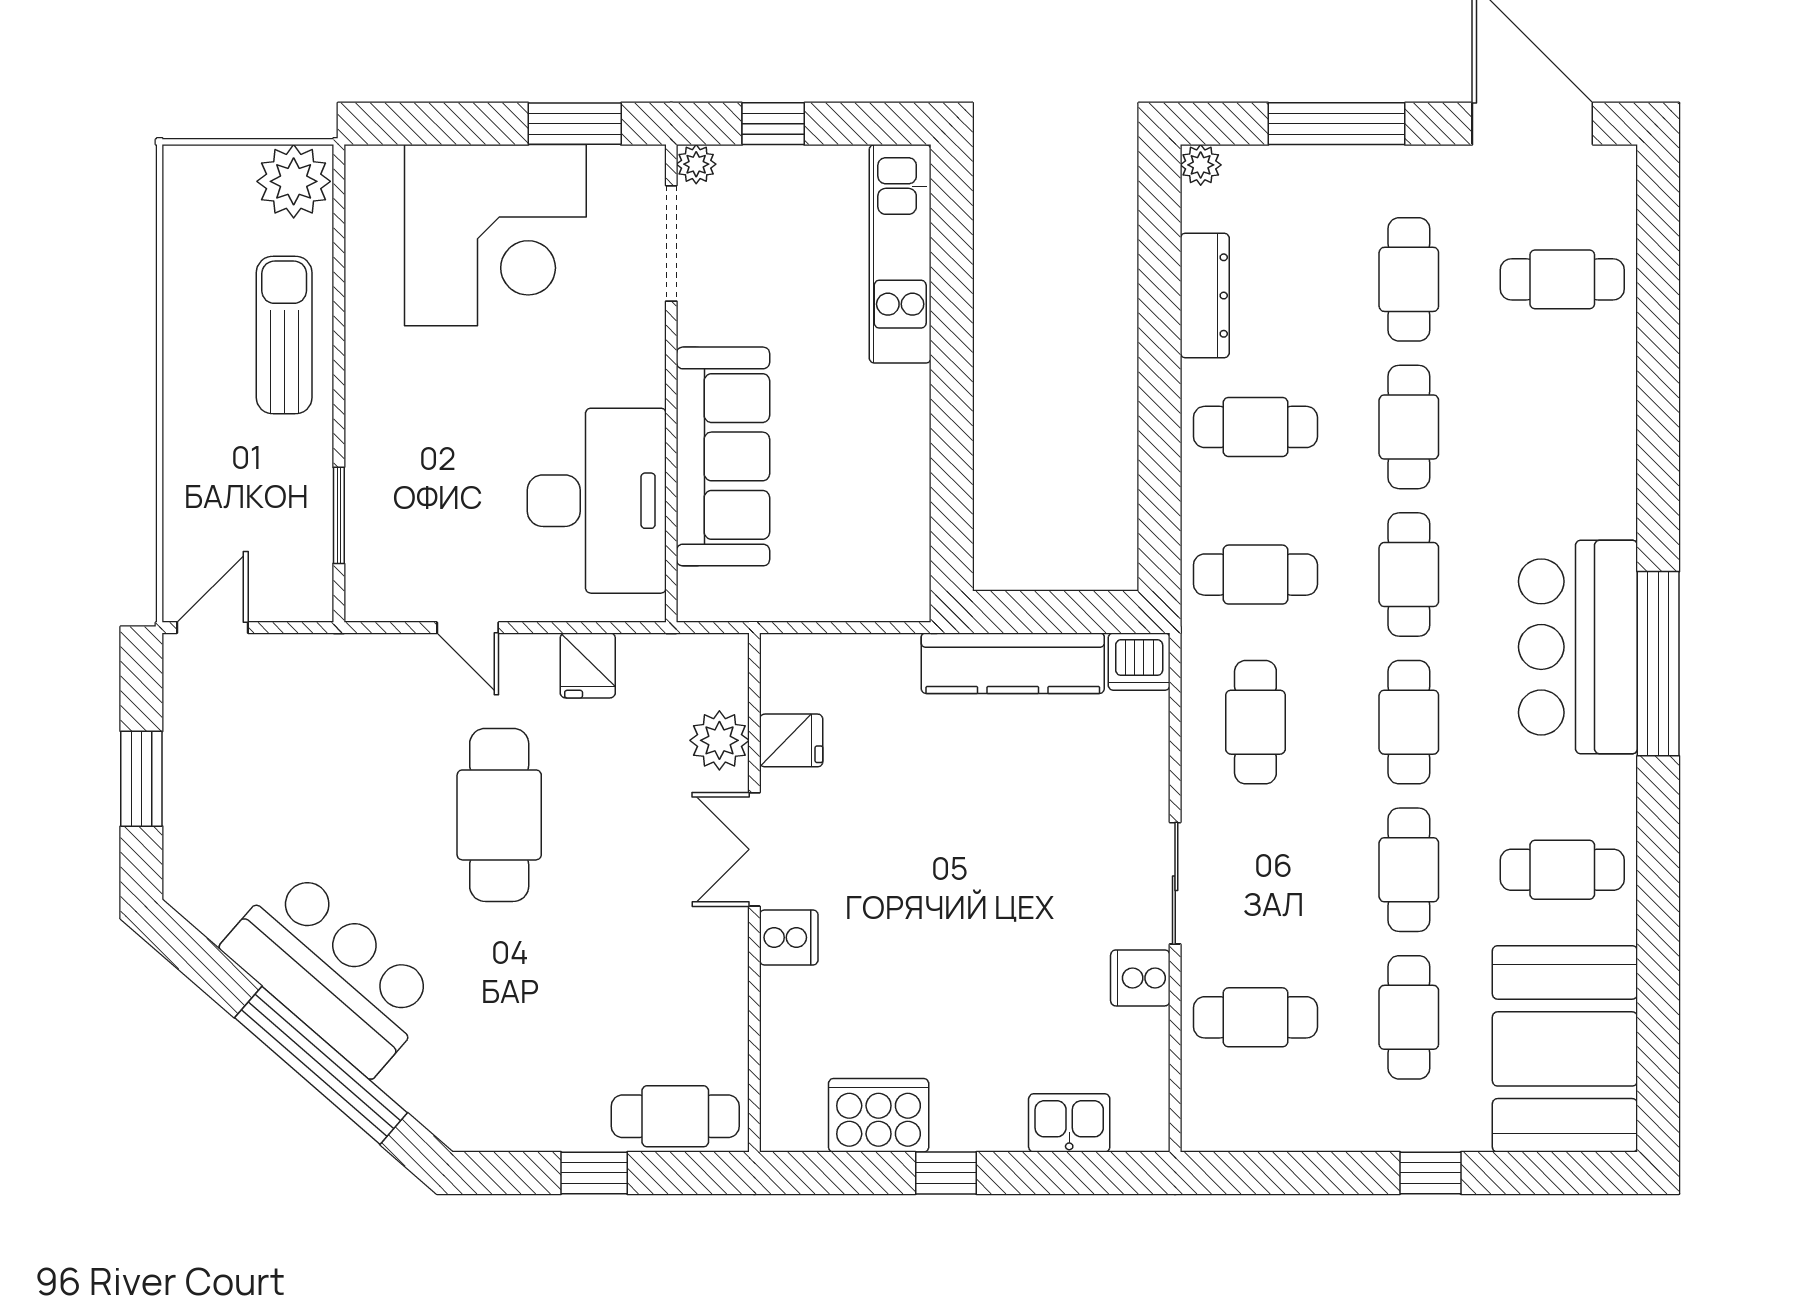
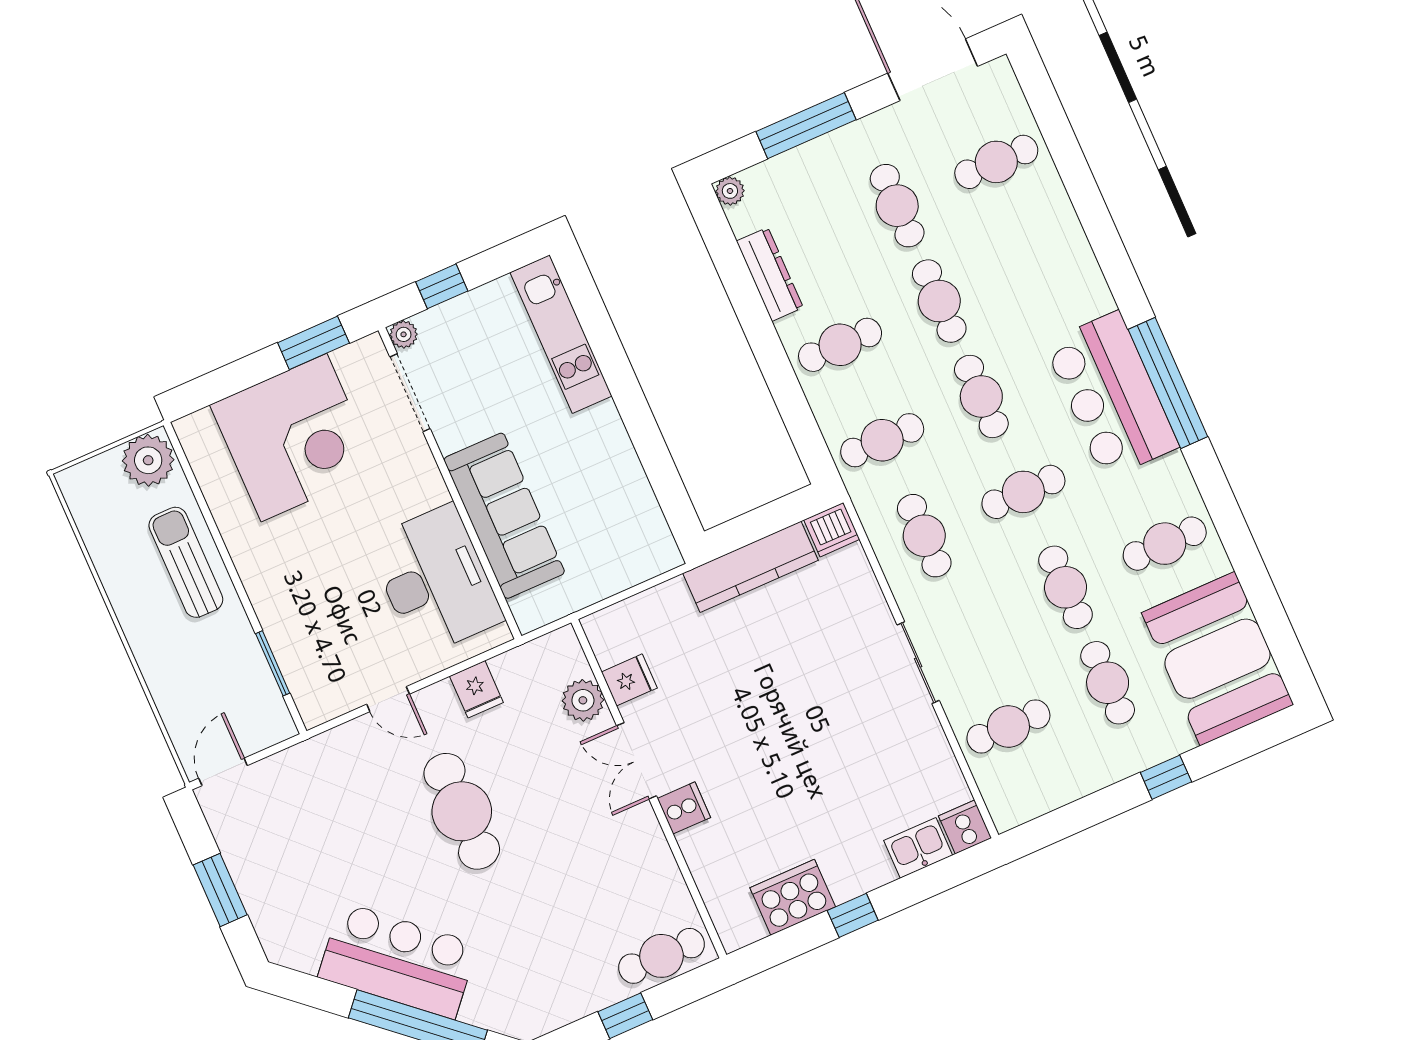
cafe table: (1409, 722) -> (1023, 492), turned 90
cooker: (1140, 978) -> (965, 827), moved, turned 90

